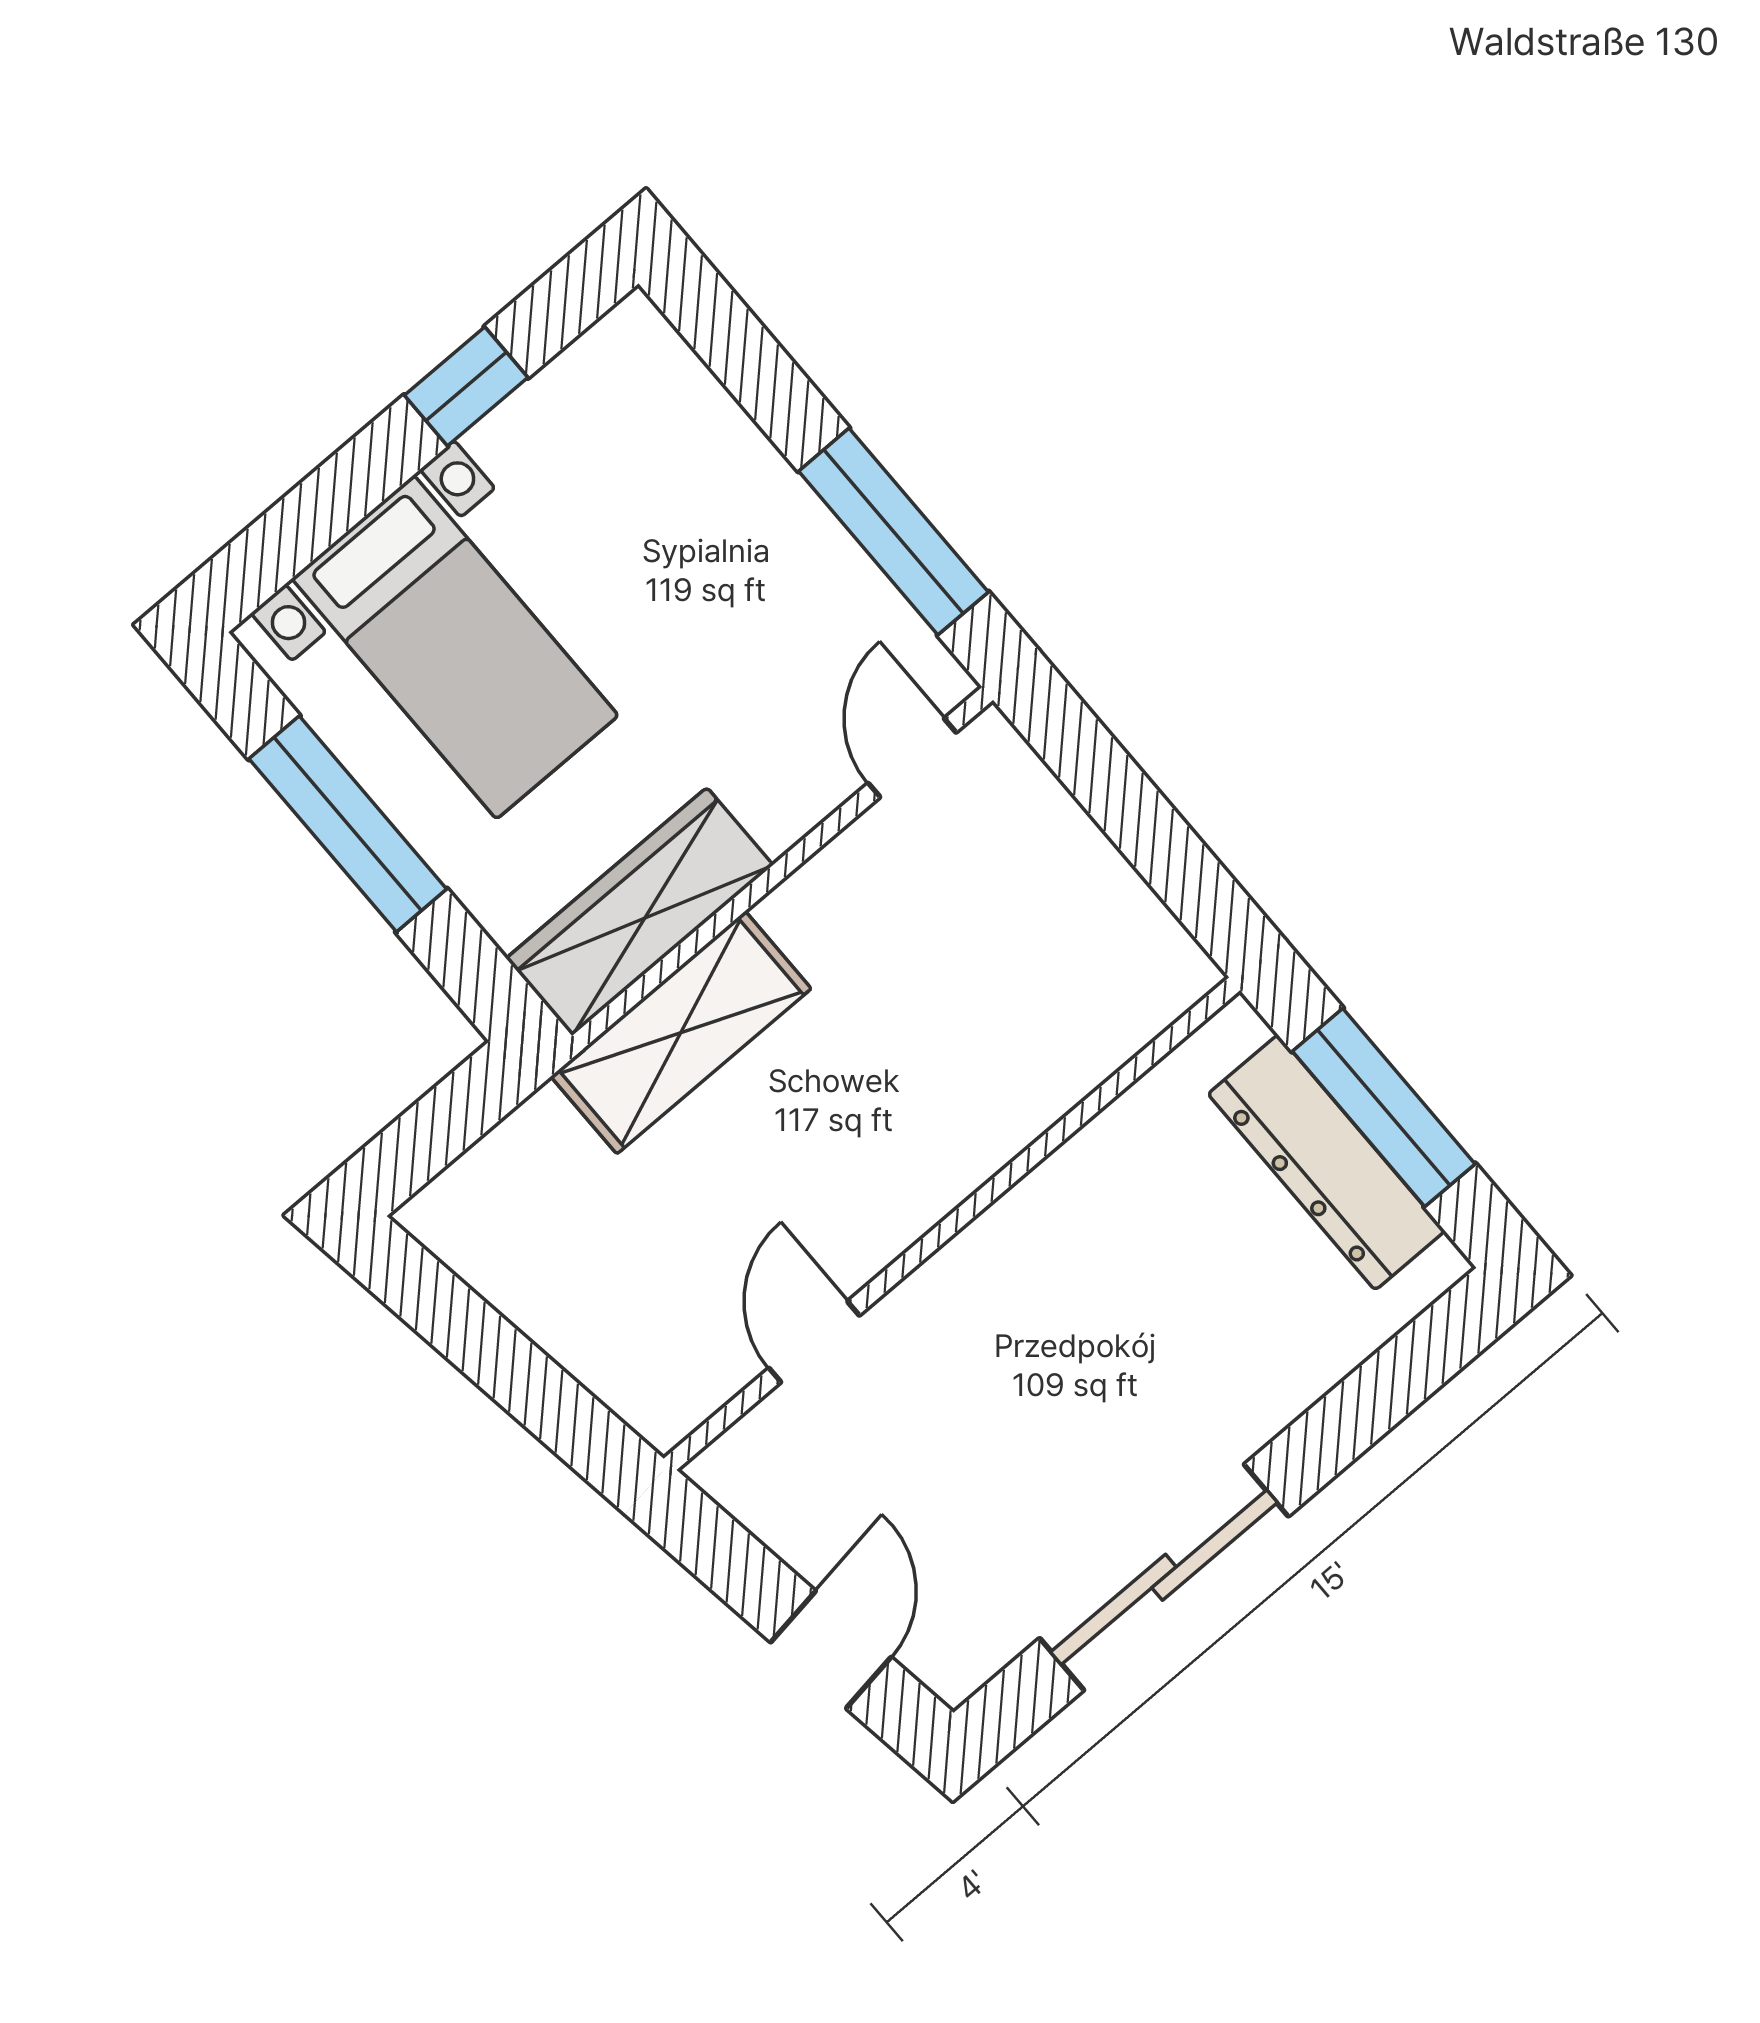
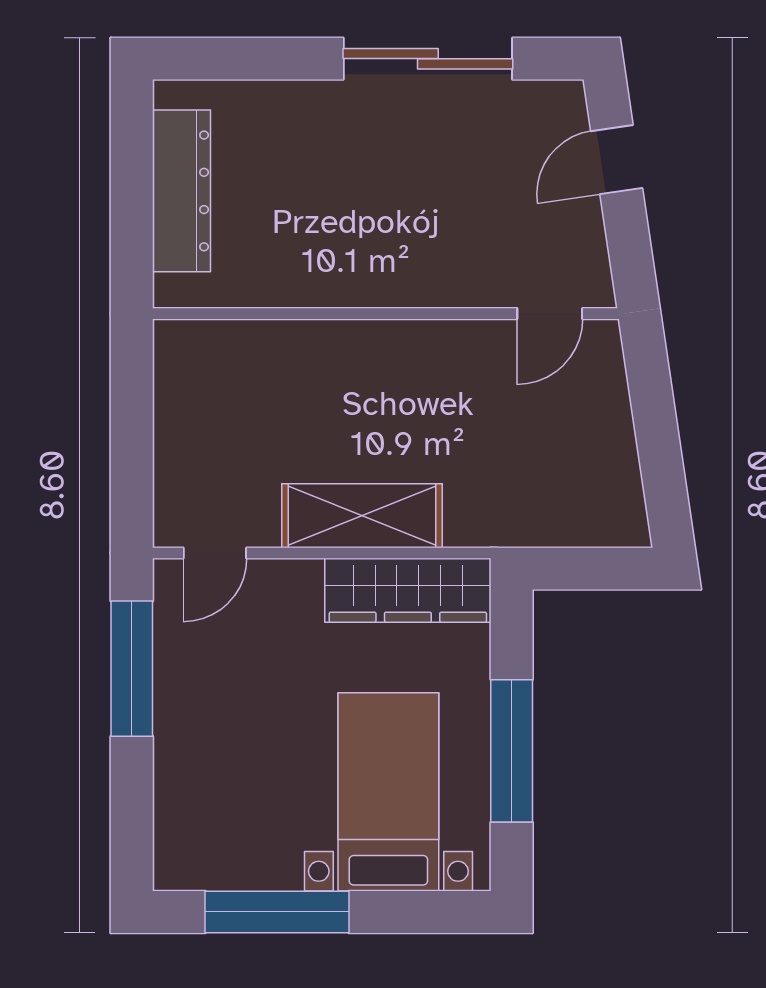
window: (466, 386) -> (277, 912), width x2.17
shelving: (681, 1032) -> (362, 516), moved
window: (1384, 1108) -> (132, 194), removed
door: (814, 1342) -> (550, 314), moved

